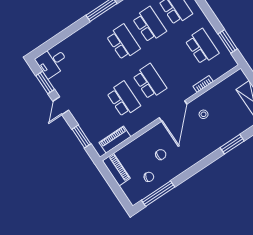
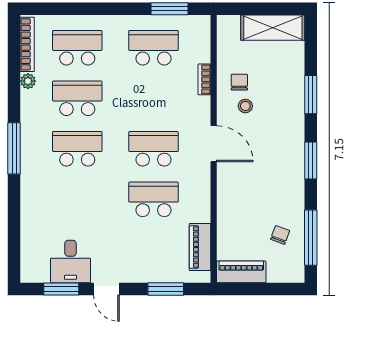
desk: (52, 62) -> (70, 261), moved
door: (173, 111) -> (214, 144), width x0.73
chair: (161, 155) -> (239, 82), moved
window: (198, 167) -> (311, 161), added

